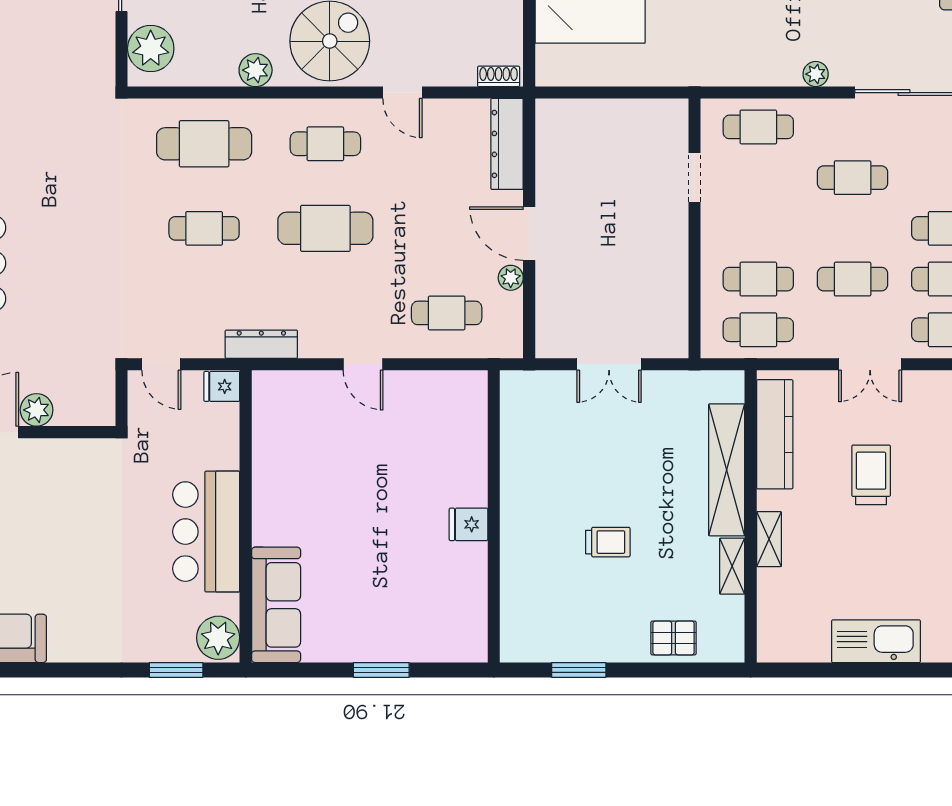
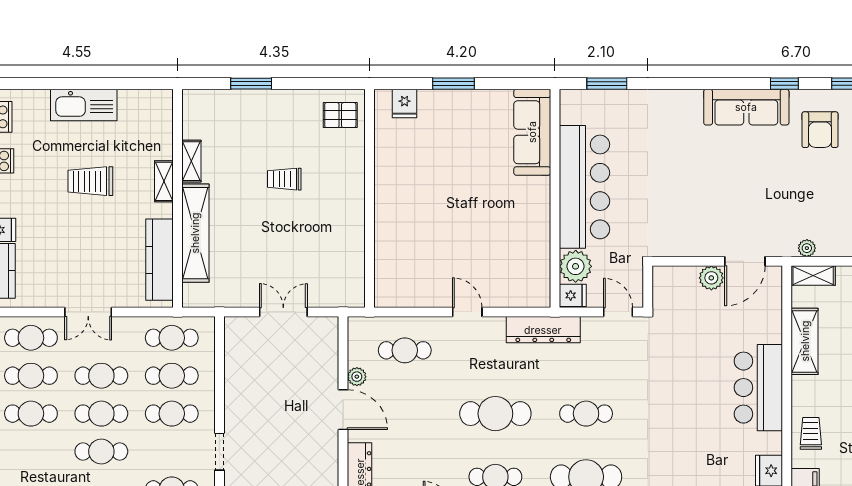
cafe table: (758, 228) -> (172, 414), added
cafe table: (853, 228) -> (101, 414), added
dresser: (261, 344) -> (543, 330), width x1.37, depth x1.24
double door: (870, 364) -> (88, 312), swing flipped
trolley: (871, 475) -> (90, 181), moved, turned 90
fridge: (468, 524) -> (405, 103), moved, turned 90
bar counter: (206, 532) -> (584, 187), width x1.36
plant: (218, 638) -> (576, 266), moved
pallet: (674, 638) -> (340, 115), moved
window: (579, 670) -> (251, 84), moved

